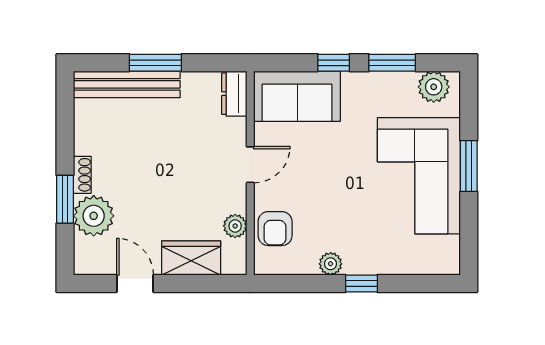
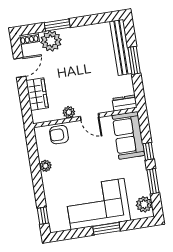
shoe rack: (82, 175) -> (29, 38), moved
plant: (235, 226) -> (69, 112), moved
window: (361, 284) -> (43, 216), moved

